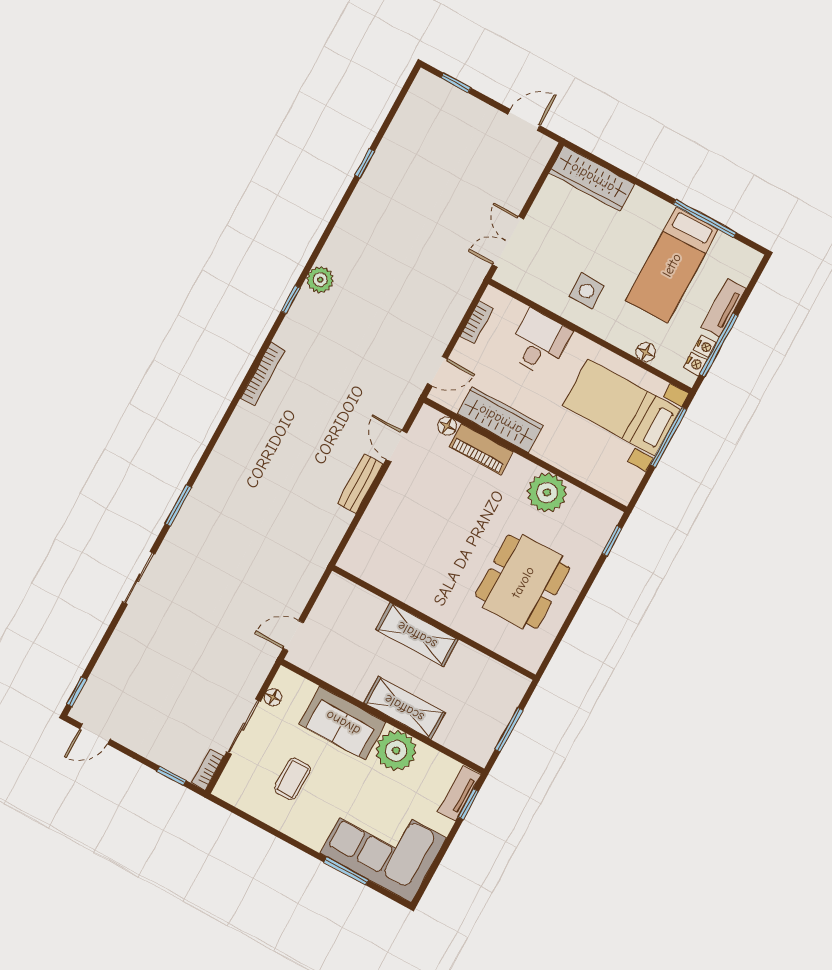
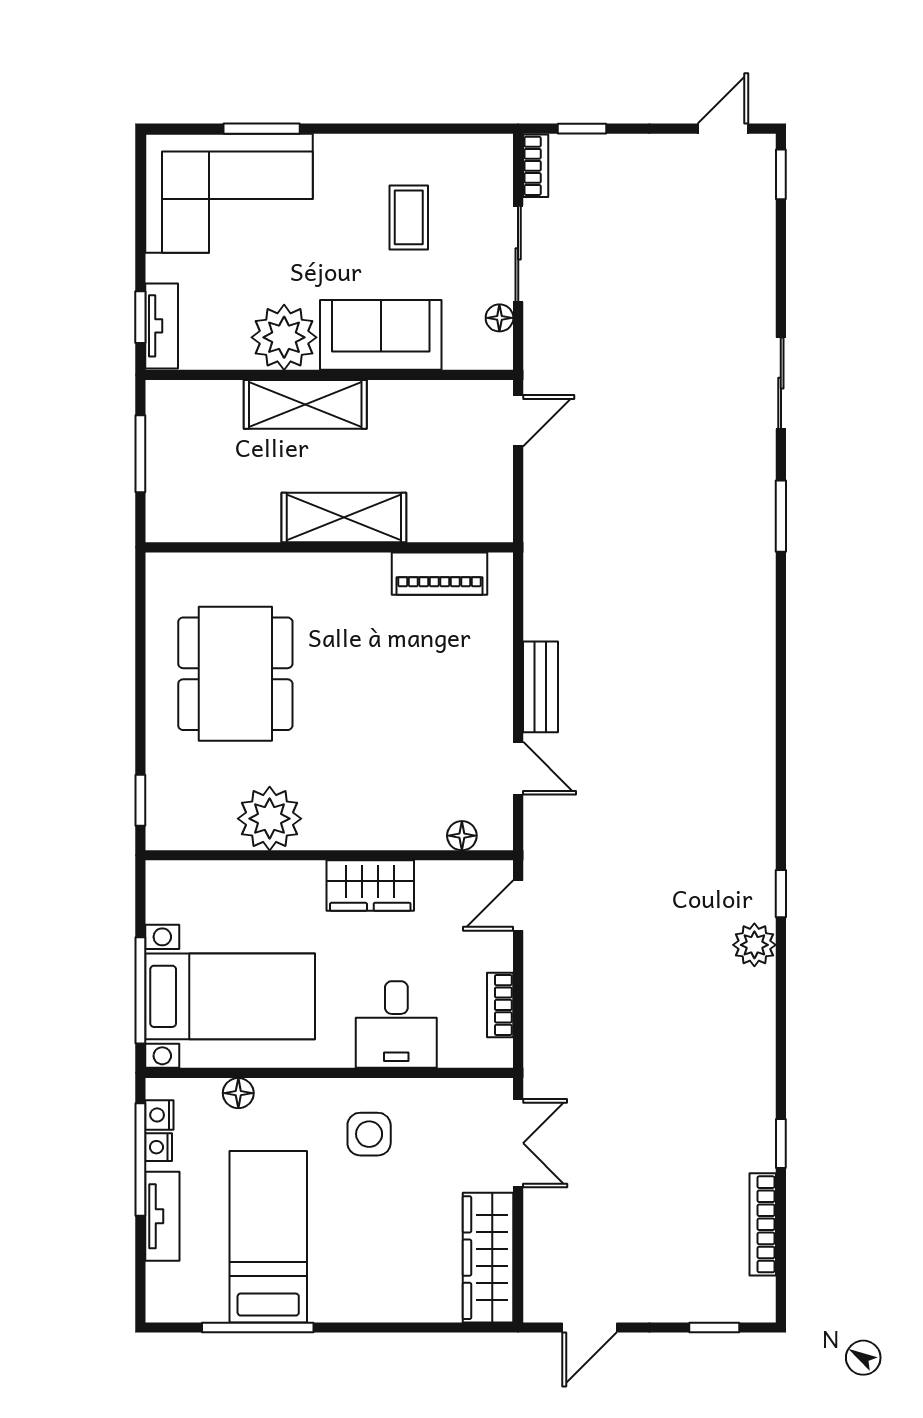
wardrobe: (592, 178) -> (488, 1258), moved, turned -90
bookcase: (263, 374) -> (763, 1224), moved
wardrobe: (500, 420) -> (370, 886), width x0.67
piano: (481, 449) -> (440, 574), moved, turned 180

